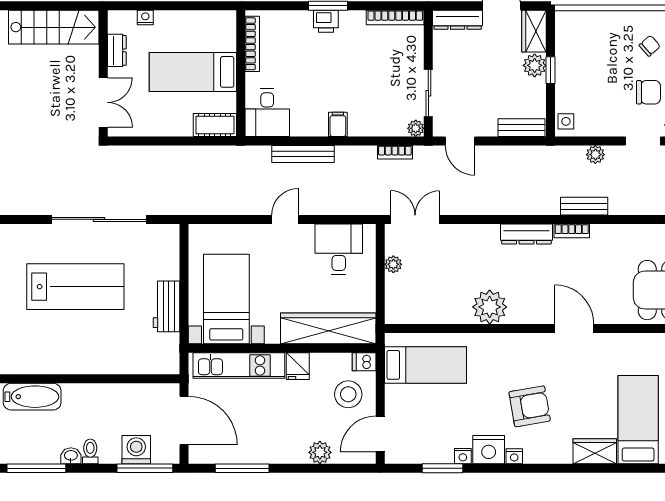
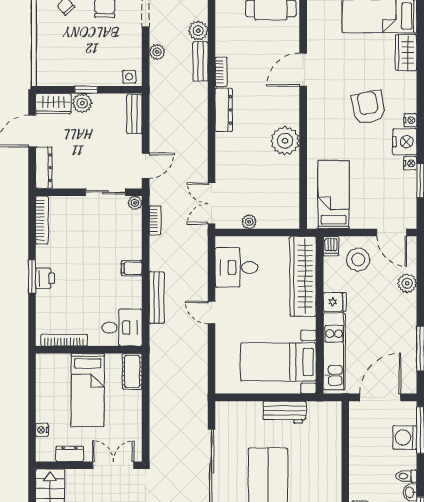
plant: (621, 204) -> (198, 31), added

